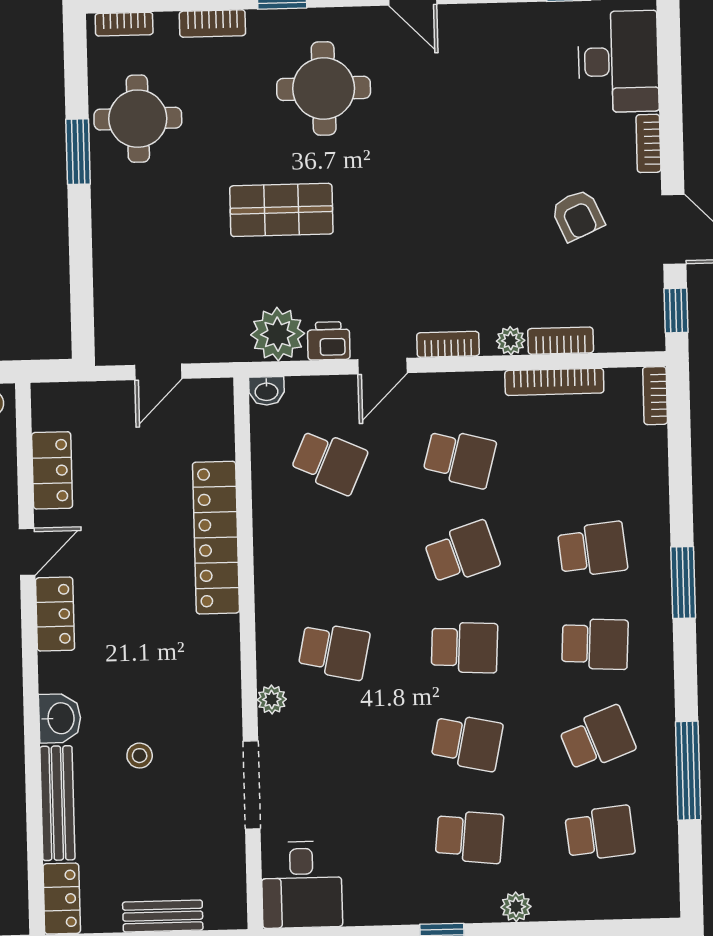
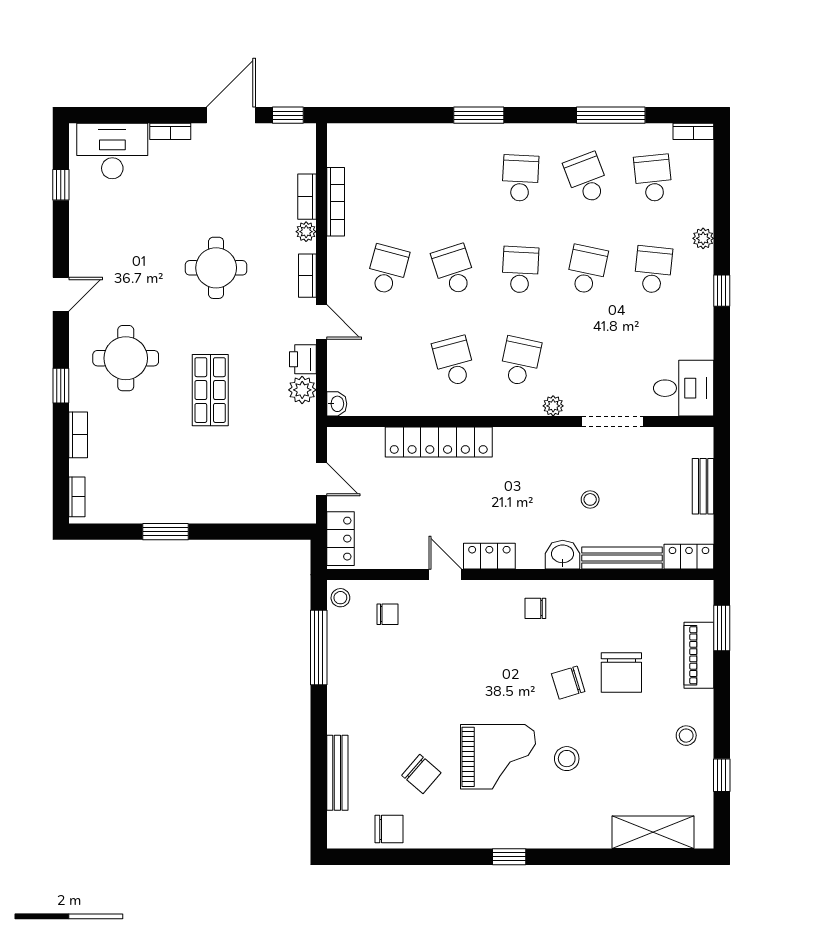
round table: (138, 119) -> (216, 268), moved
armchair: (578, 215) -> (219, 182), removed
plant: (278, 334) -> (302, 390), width x0.73, depth x0.73
bookcase: (655, 396) -> (693, 131), moved
school desk: (329, 462) -> (454, 361), moved, turned -39
locker: (52, 470) -> (340, 539), moved, turned 90
school desk: (592, 549) -> (454, 178), removed

